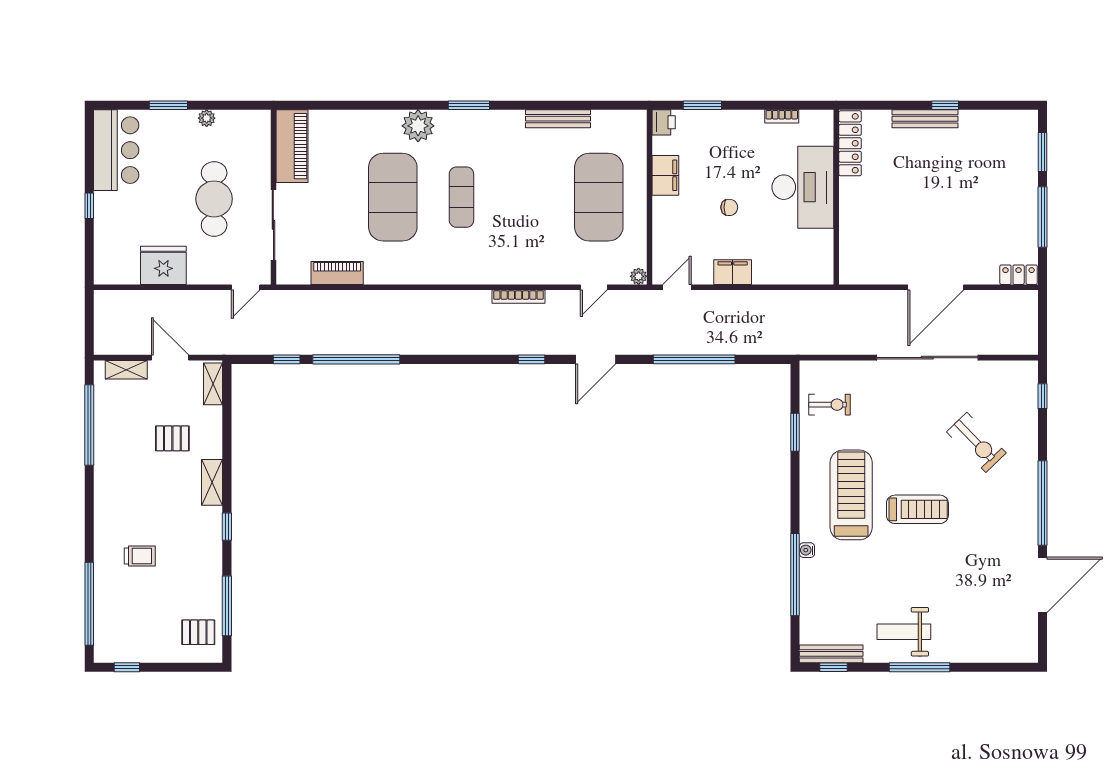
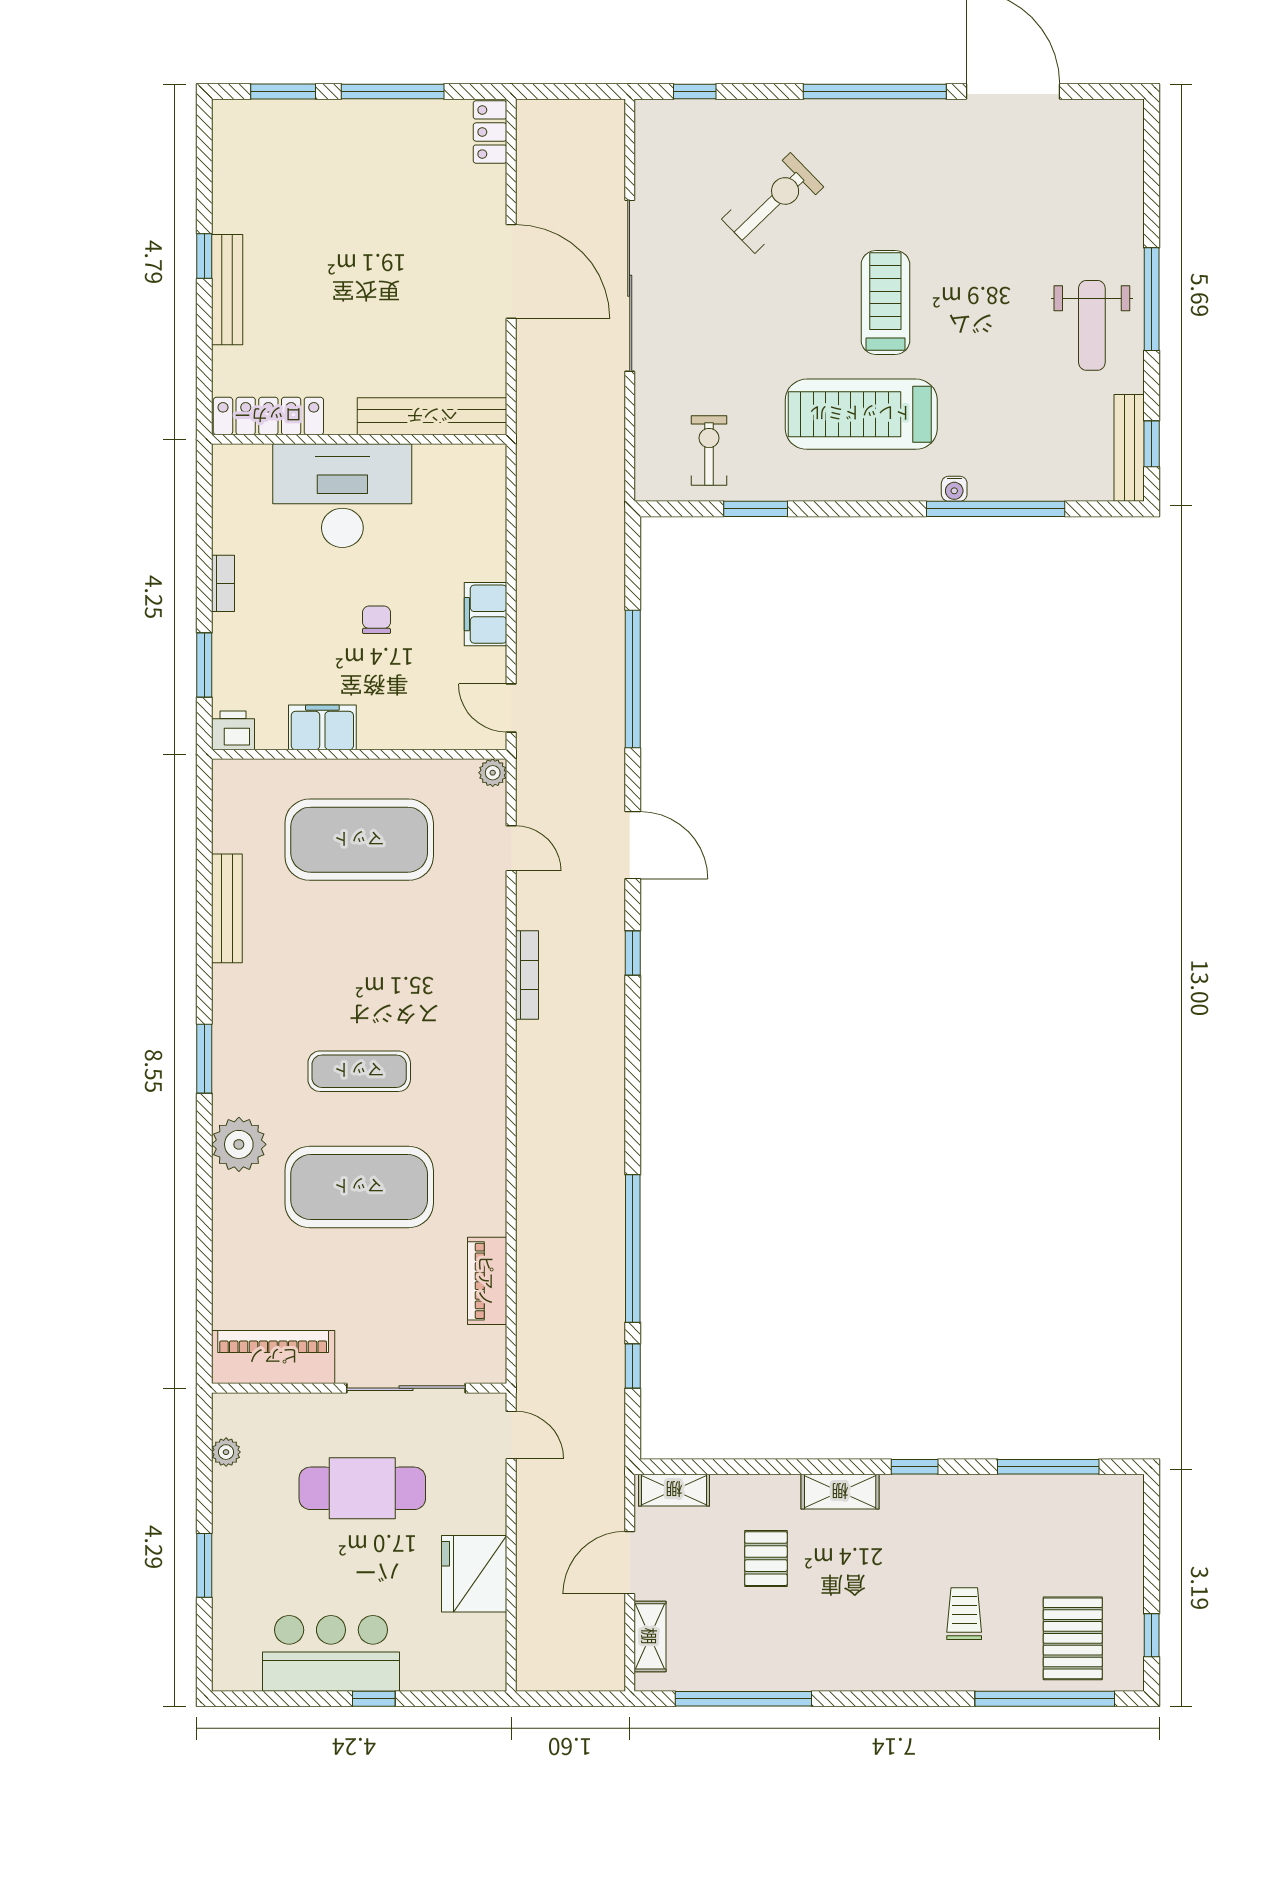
bookcase: (782, 116) -> (223, 583), moved
plant: (207, 118) -> (226, 1452), moved
bar counter: (116, 150) -> (331, 1653), moved
bench: (850, 240) -> (432, 416), added
pallet: (198, 632) -> (1073, 1638), moved, width x1.50, depth x1.42

